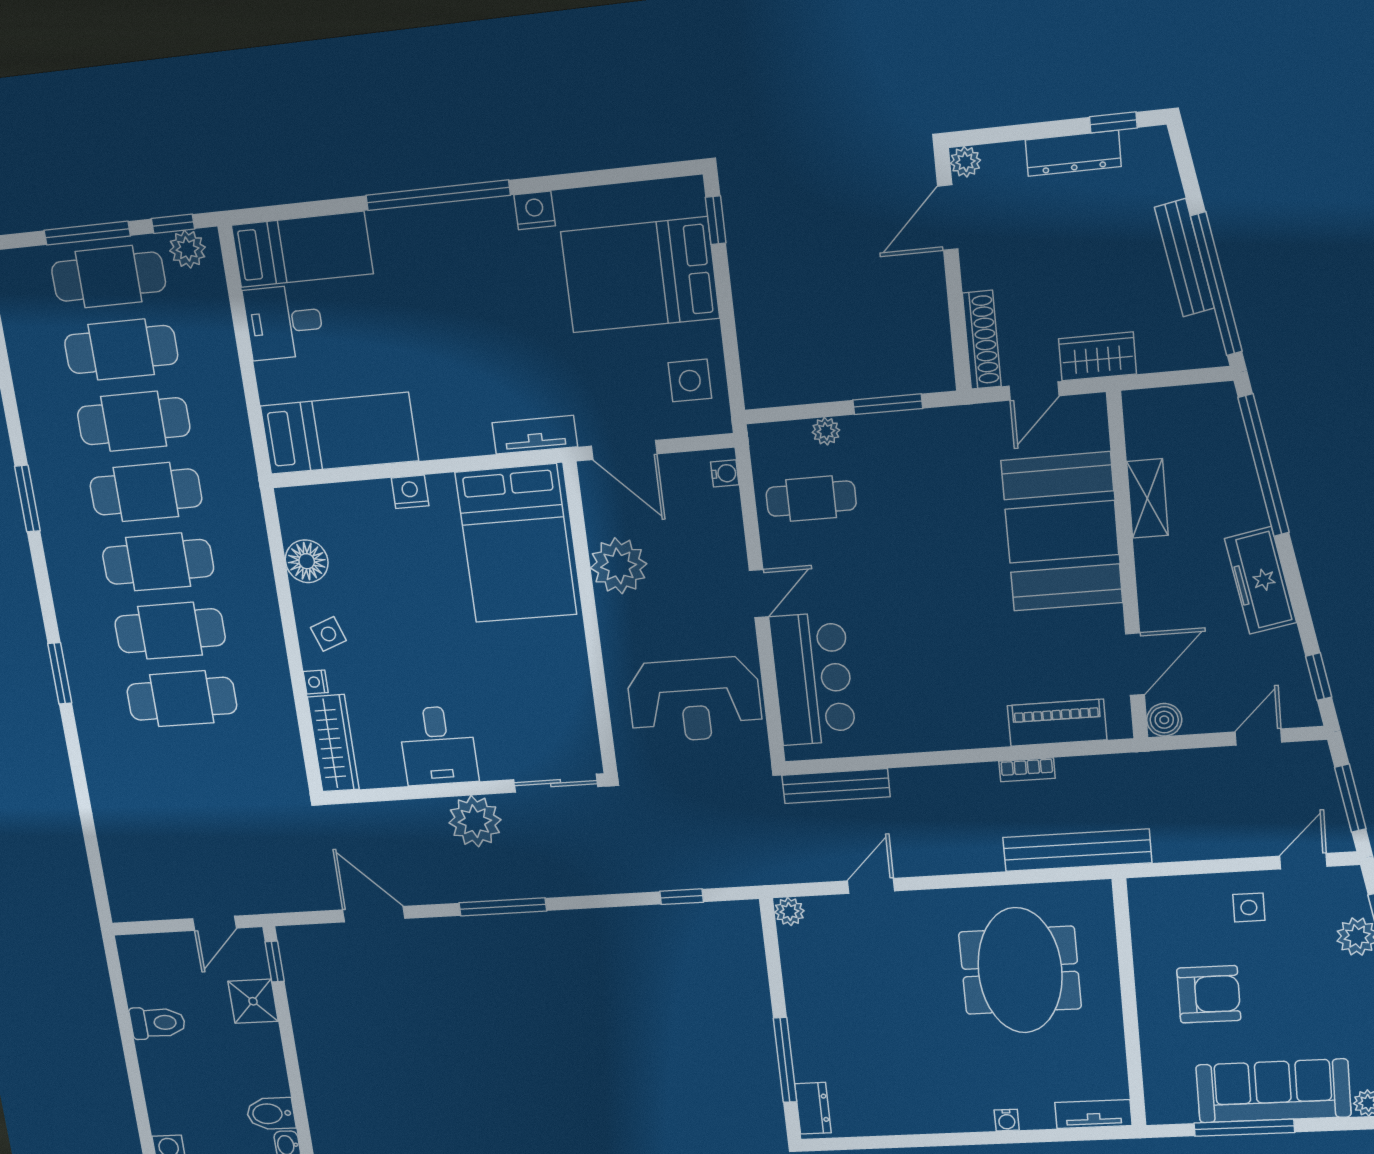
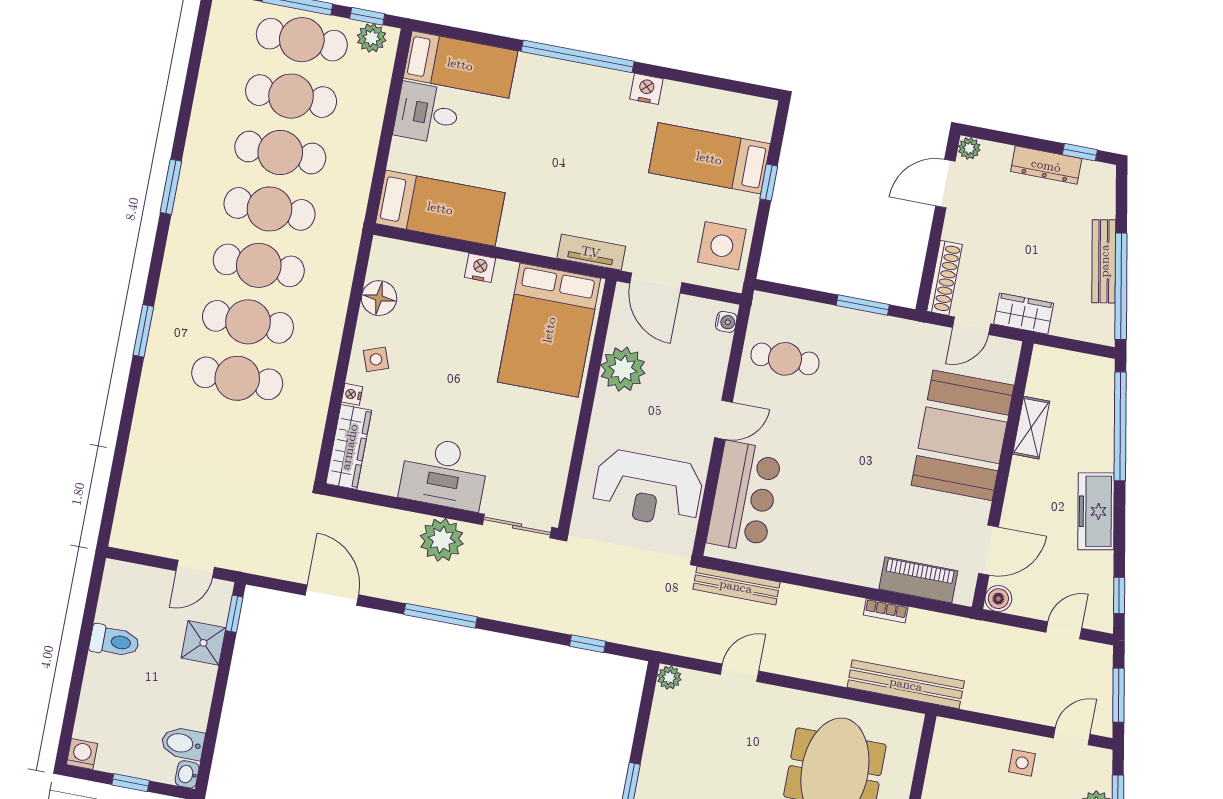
window: (716, 220) -> (769, 182), moved
bed: (640, 275) -> (709, 158), width x0.67
side table: (690, 381) -> (722, 246), width x1.37, depth x1.37
plant: (826, 431) -> (811, 312), removed
desk: (438, 746) -> (444, 473), width x1.37

